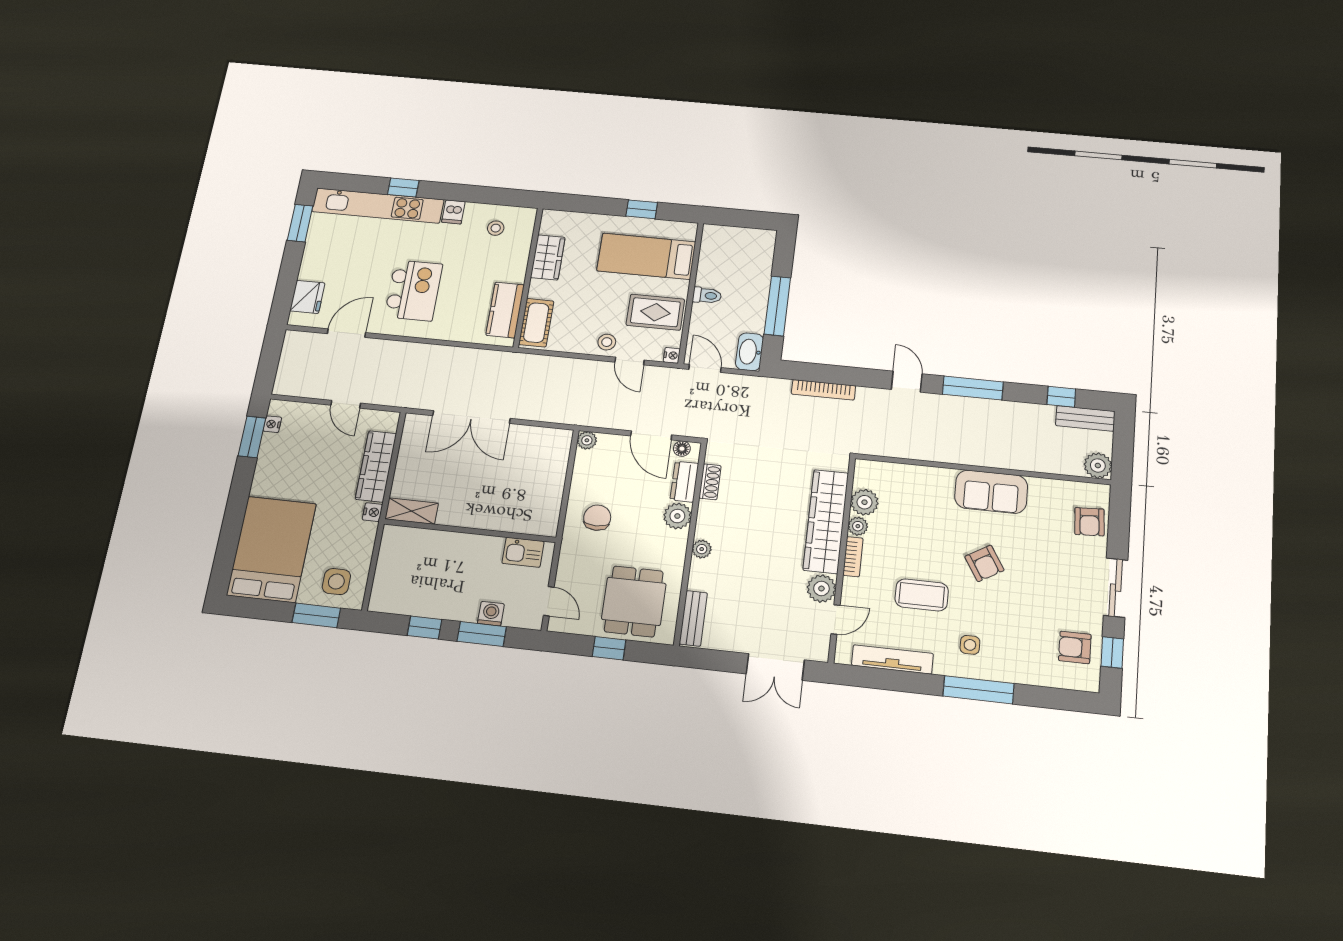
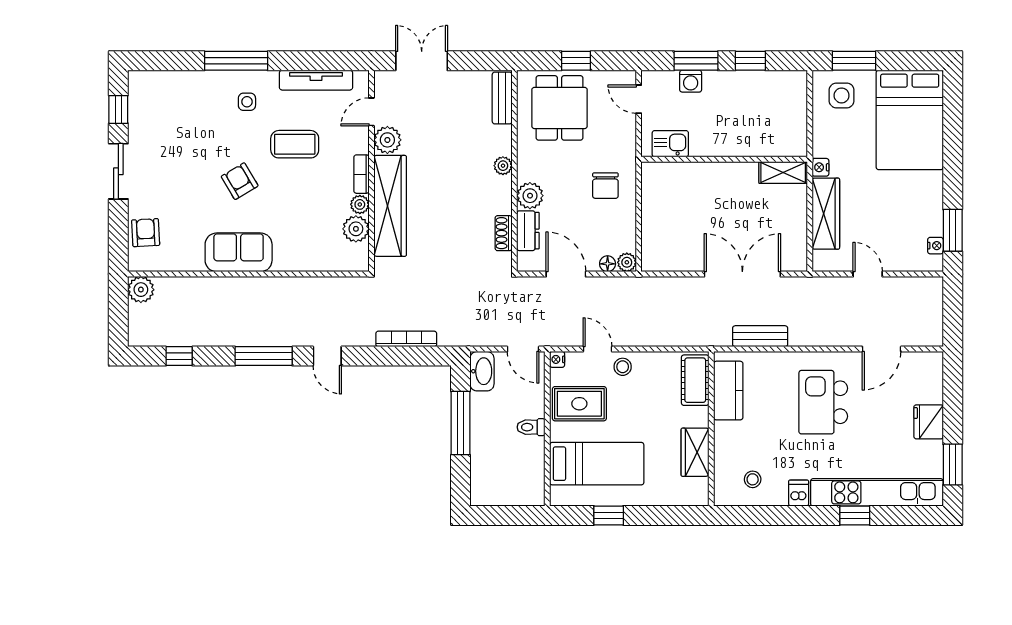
fridge: (307, 297) -> (929, 422), moved
bench: (1085, 418) -> (760, 336), moved
floor lamp: (682, 449) -> (608, 264), moved
armchair: (1075, 647) -> (152, 110), removed

